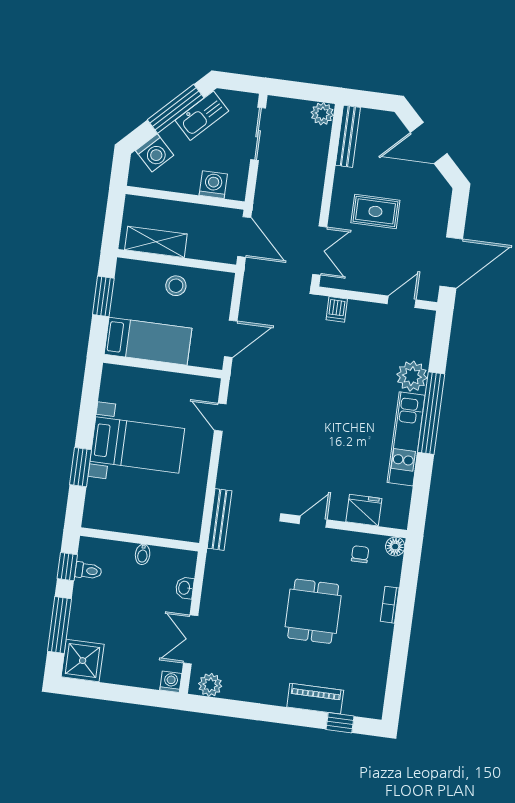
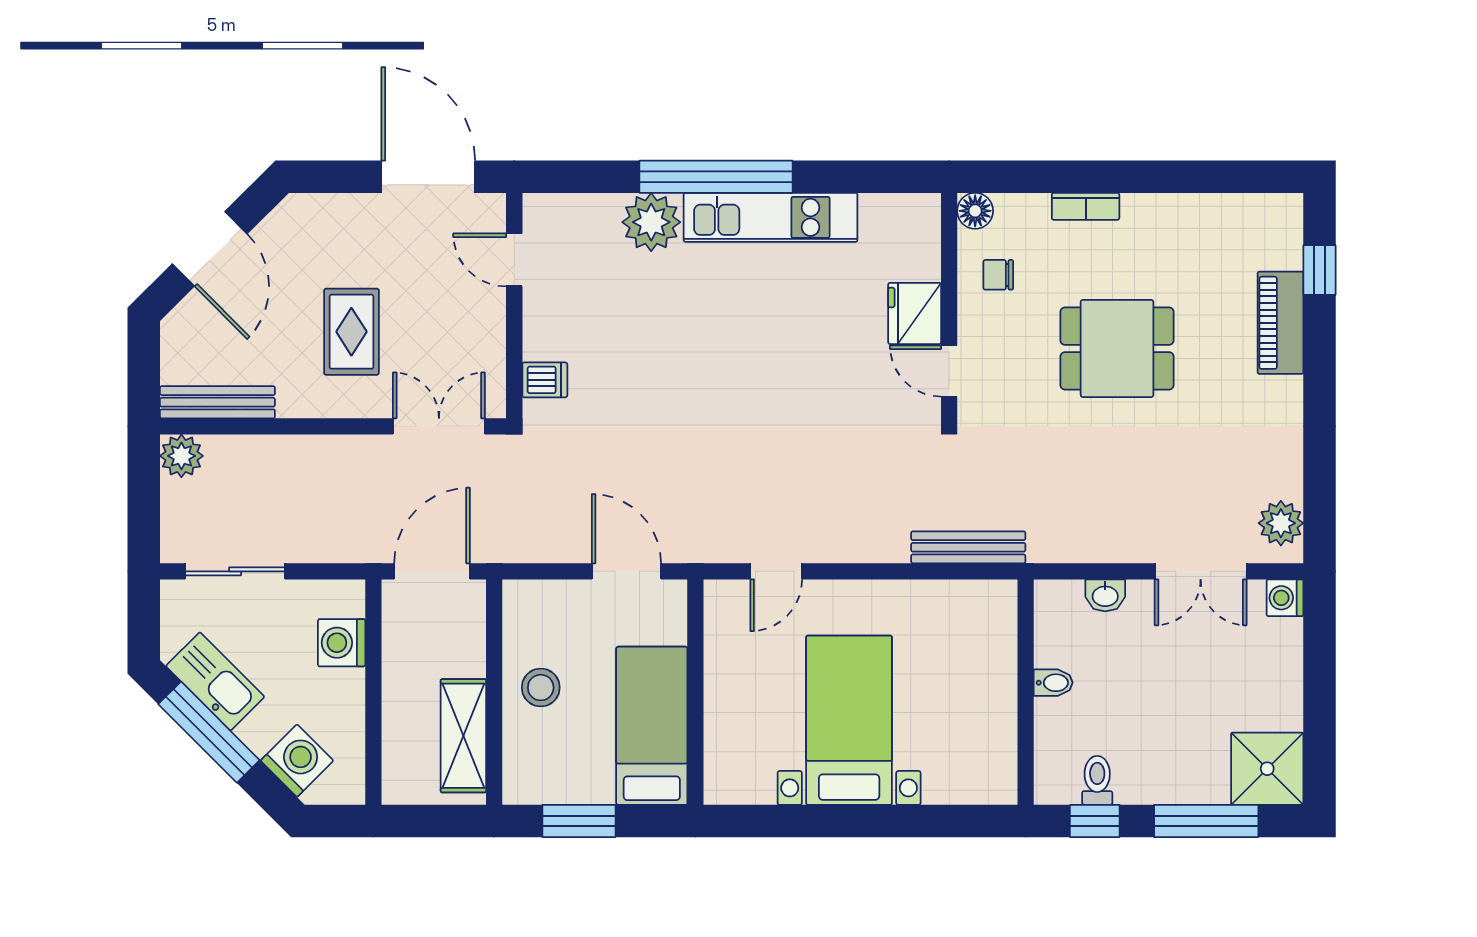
window: (81, 467) -> (905, 821), removed
fridge: (364, 510) -> (915, 313), moved

